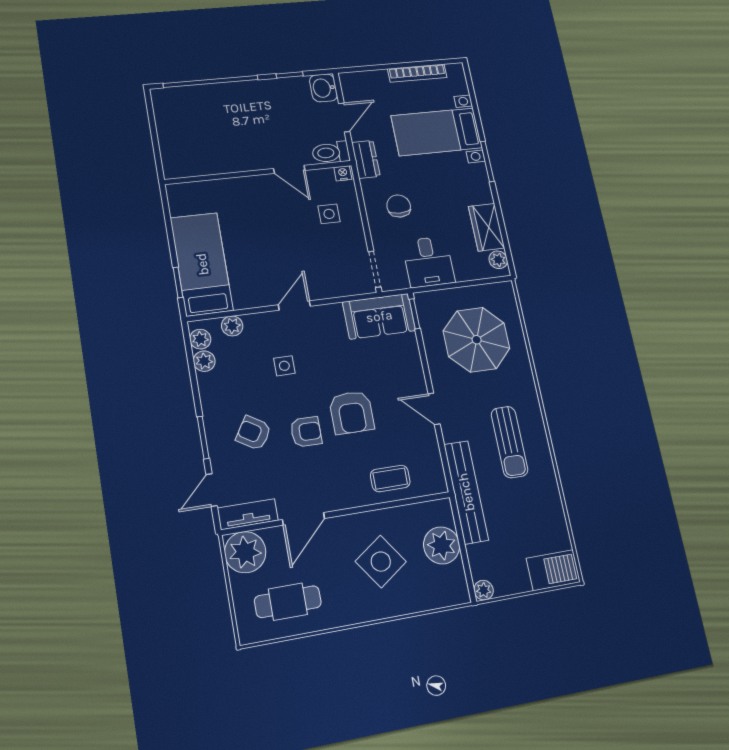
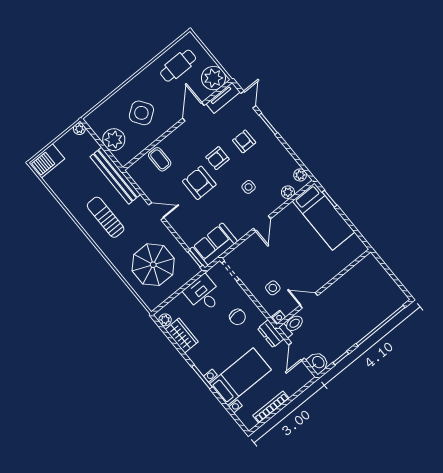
plant: (204, 361) -> (291, 164), removed
armchair: (253, 433) -> (244, 141), turned -122
coffee table: (390, 478) -> (160, 159), turned 90

